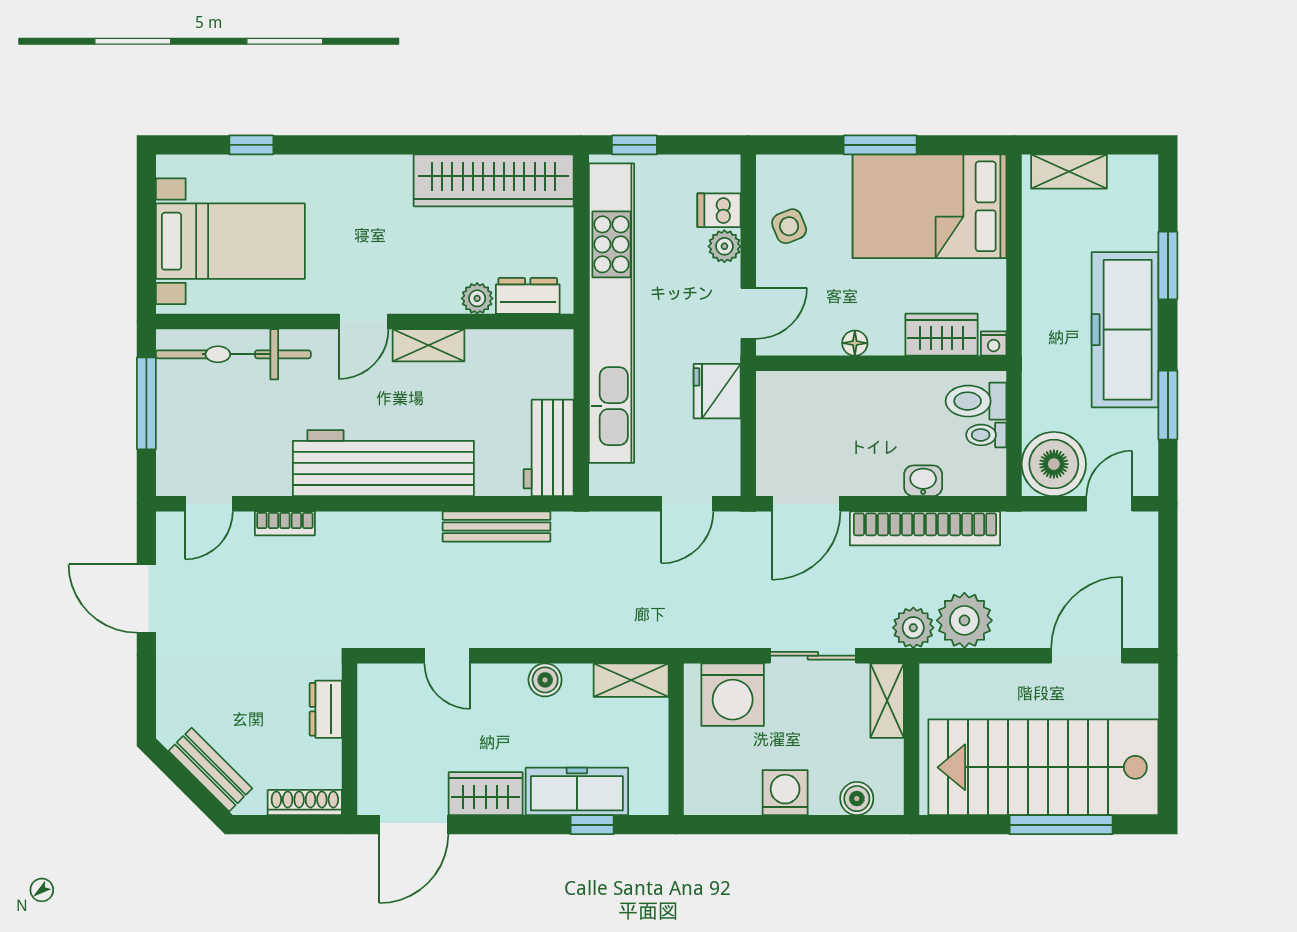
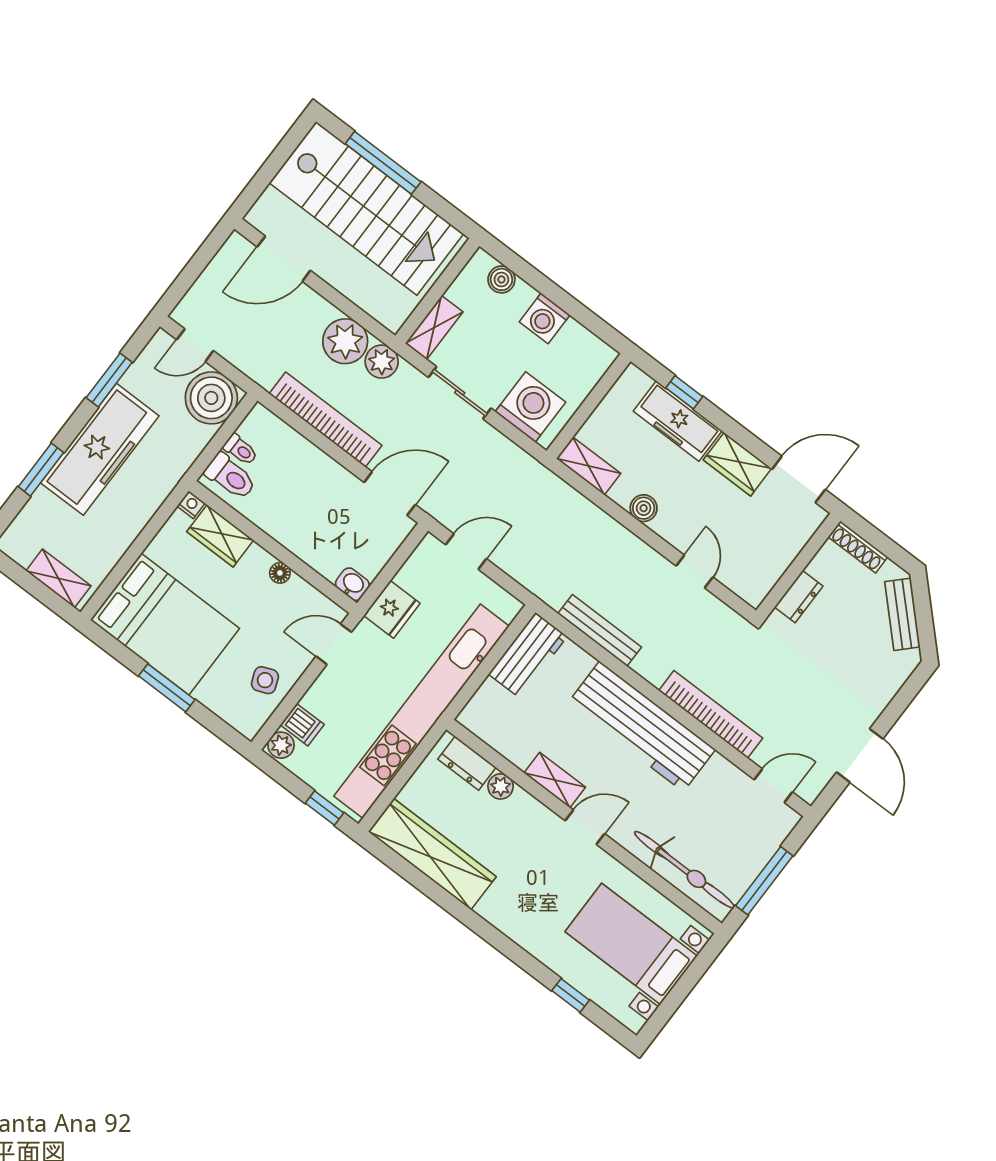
plant: (724, 246) -> (281, 745), moved
washbasin: (923, 481) -> (352, 584), moved, turned 180
bookcase: (285, 523) -> (711, 714), width x2.31, depth x1.31

